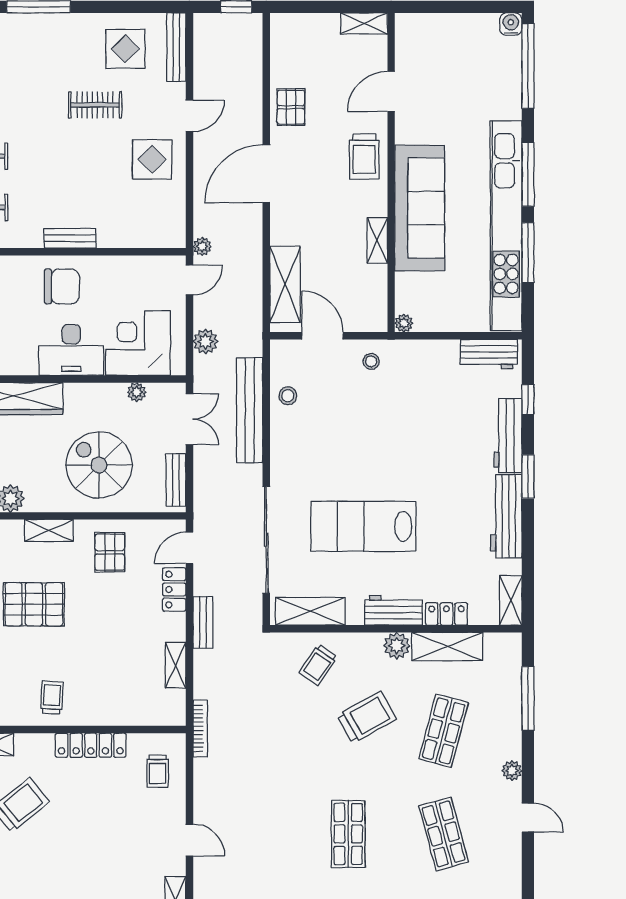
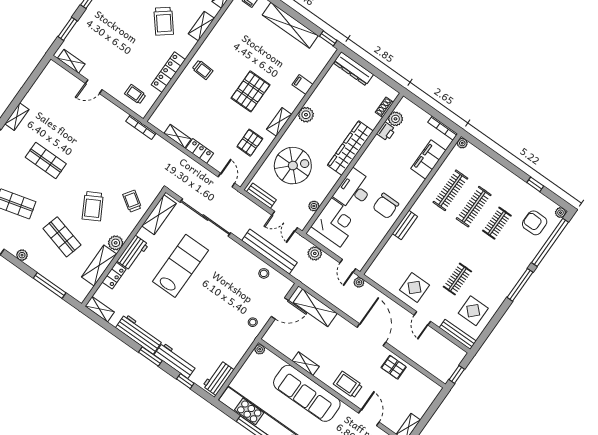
pallet: (110, 552) -> (250, 143), turned 90
locker: (174, 589) -> (200, 151), moved
bench: (203, 622) -> (188, 162), removed

